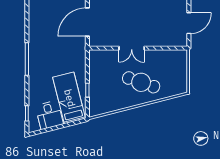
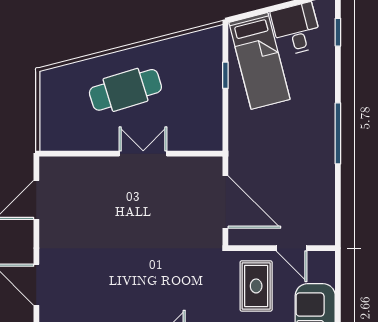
door: (87, 22) -> (225, 202), hinge flipped
cafe table: (141, 82) -> (125, 90), turned -36

